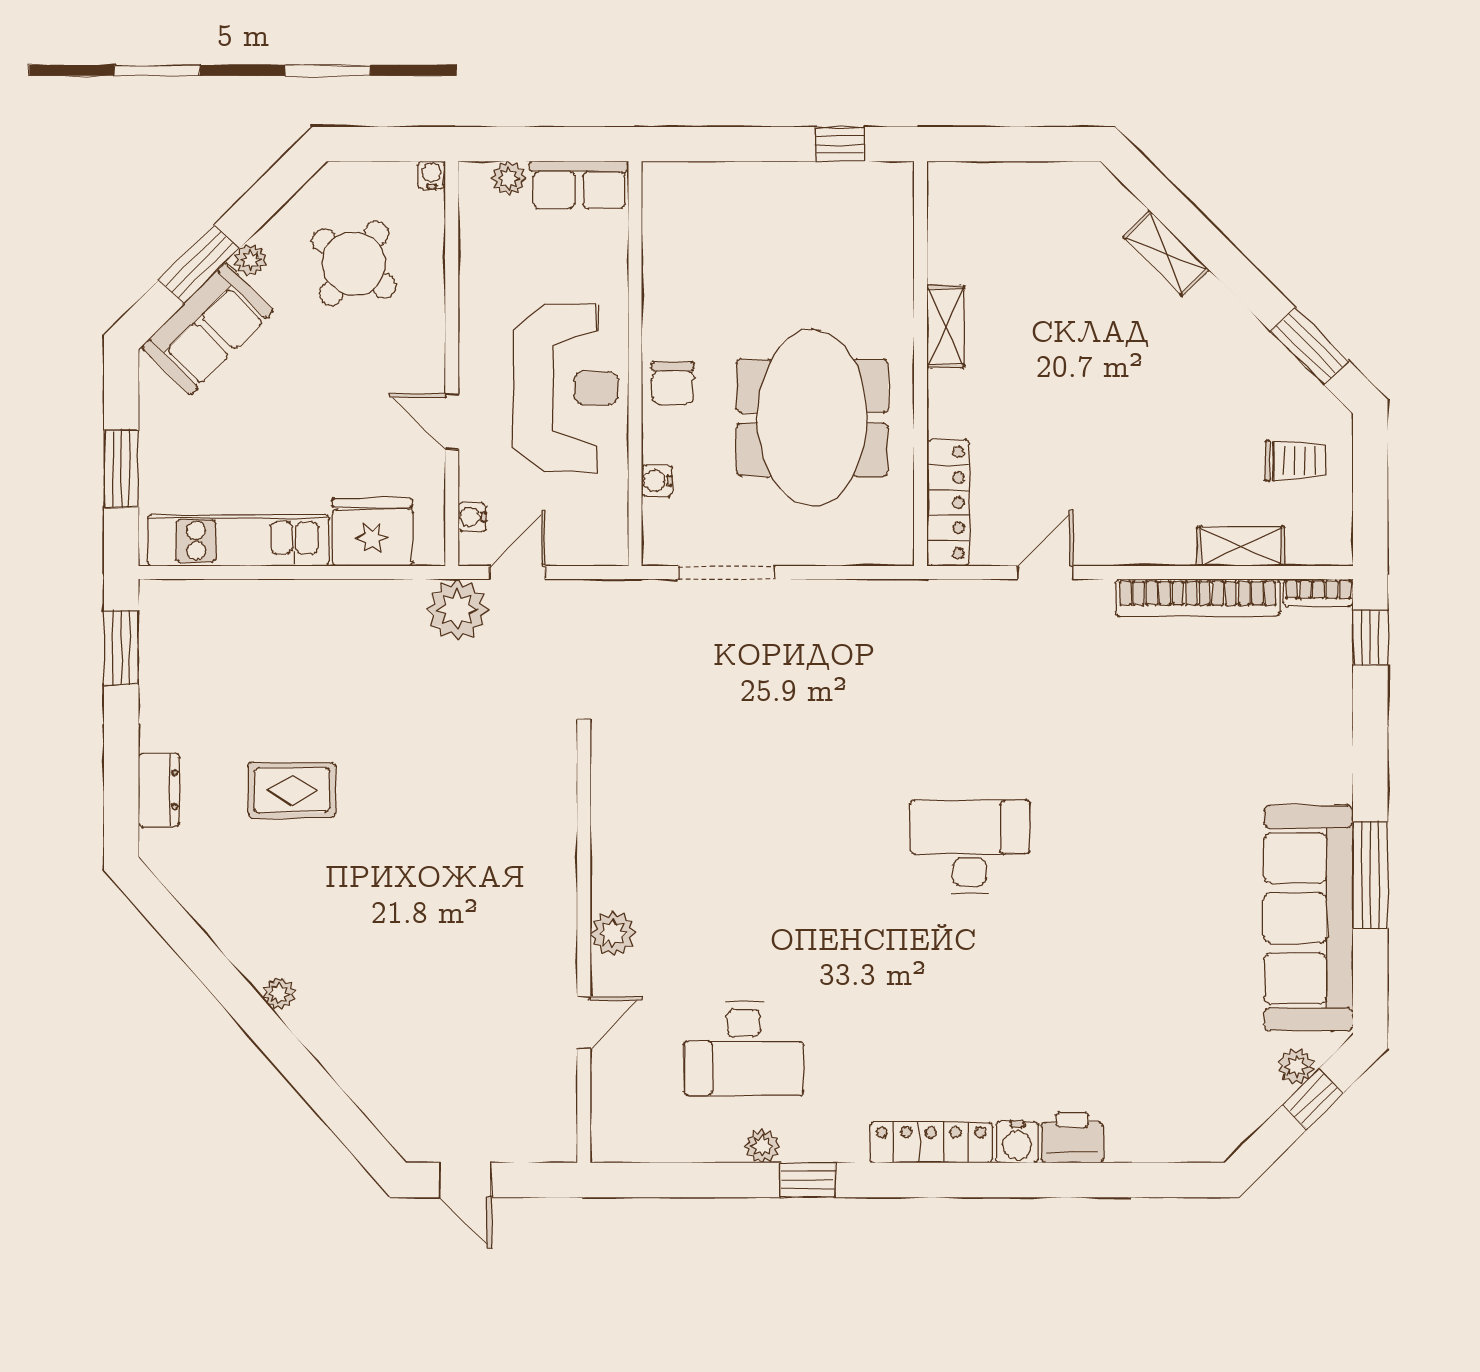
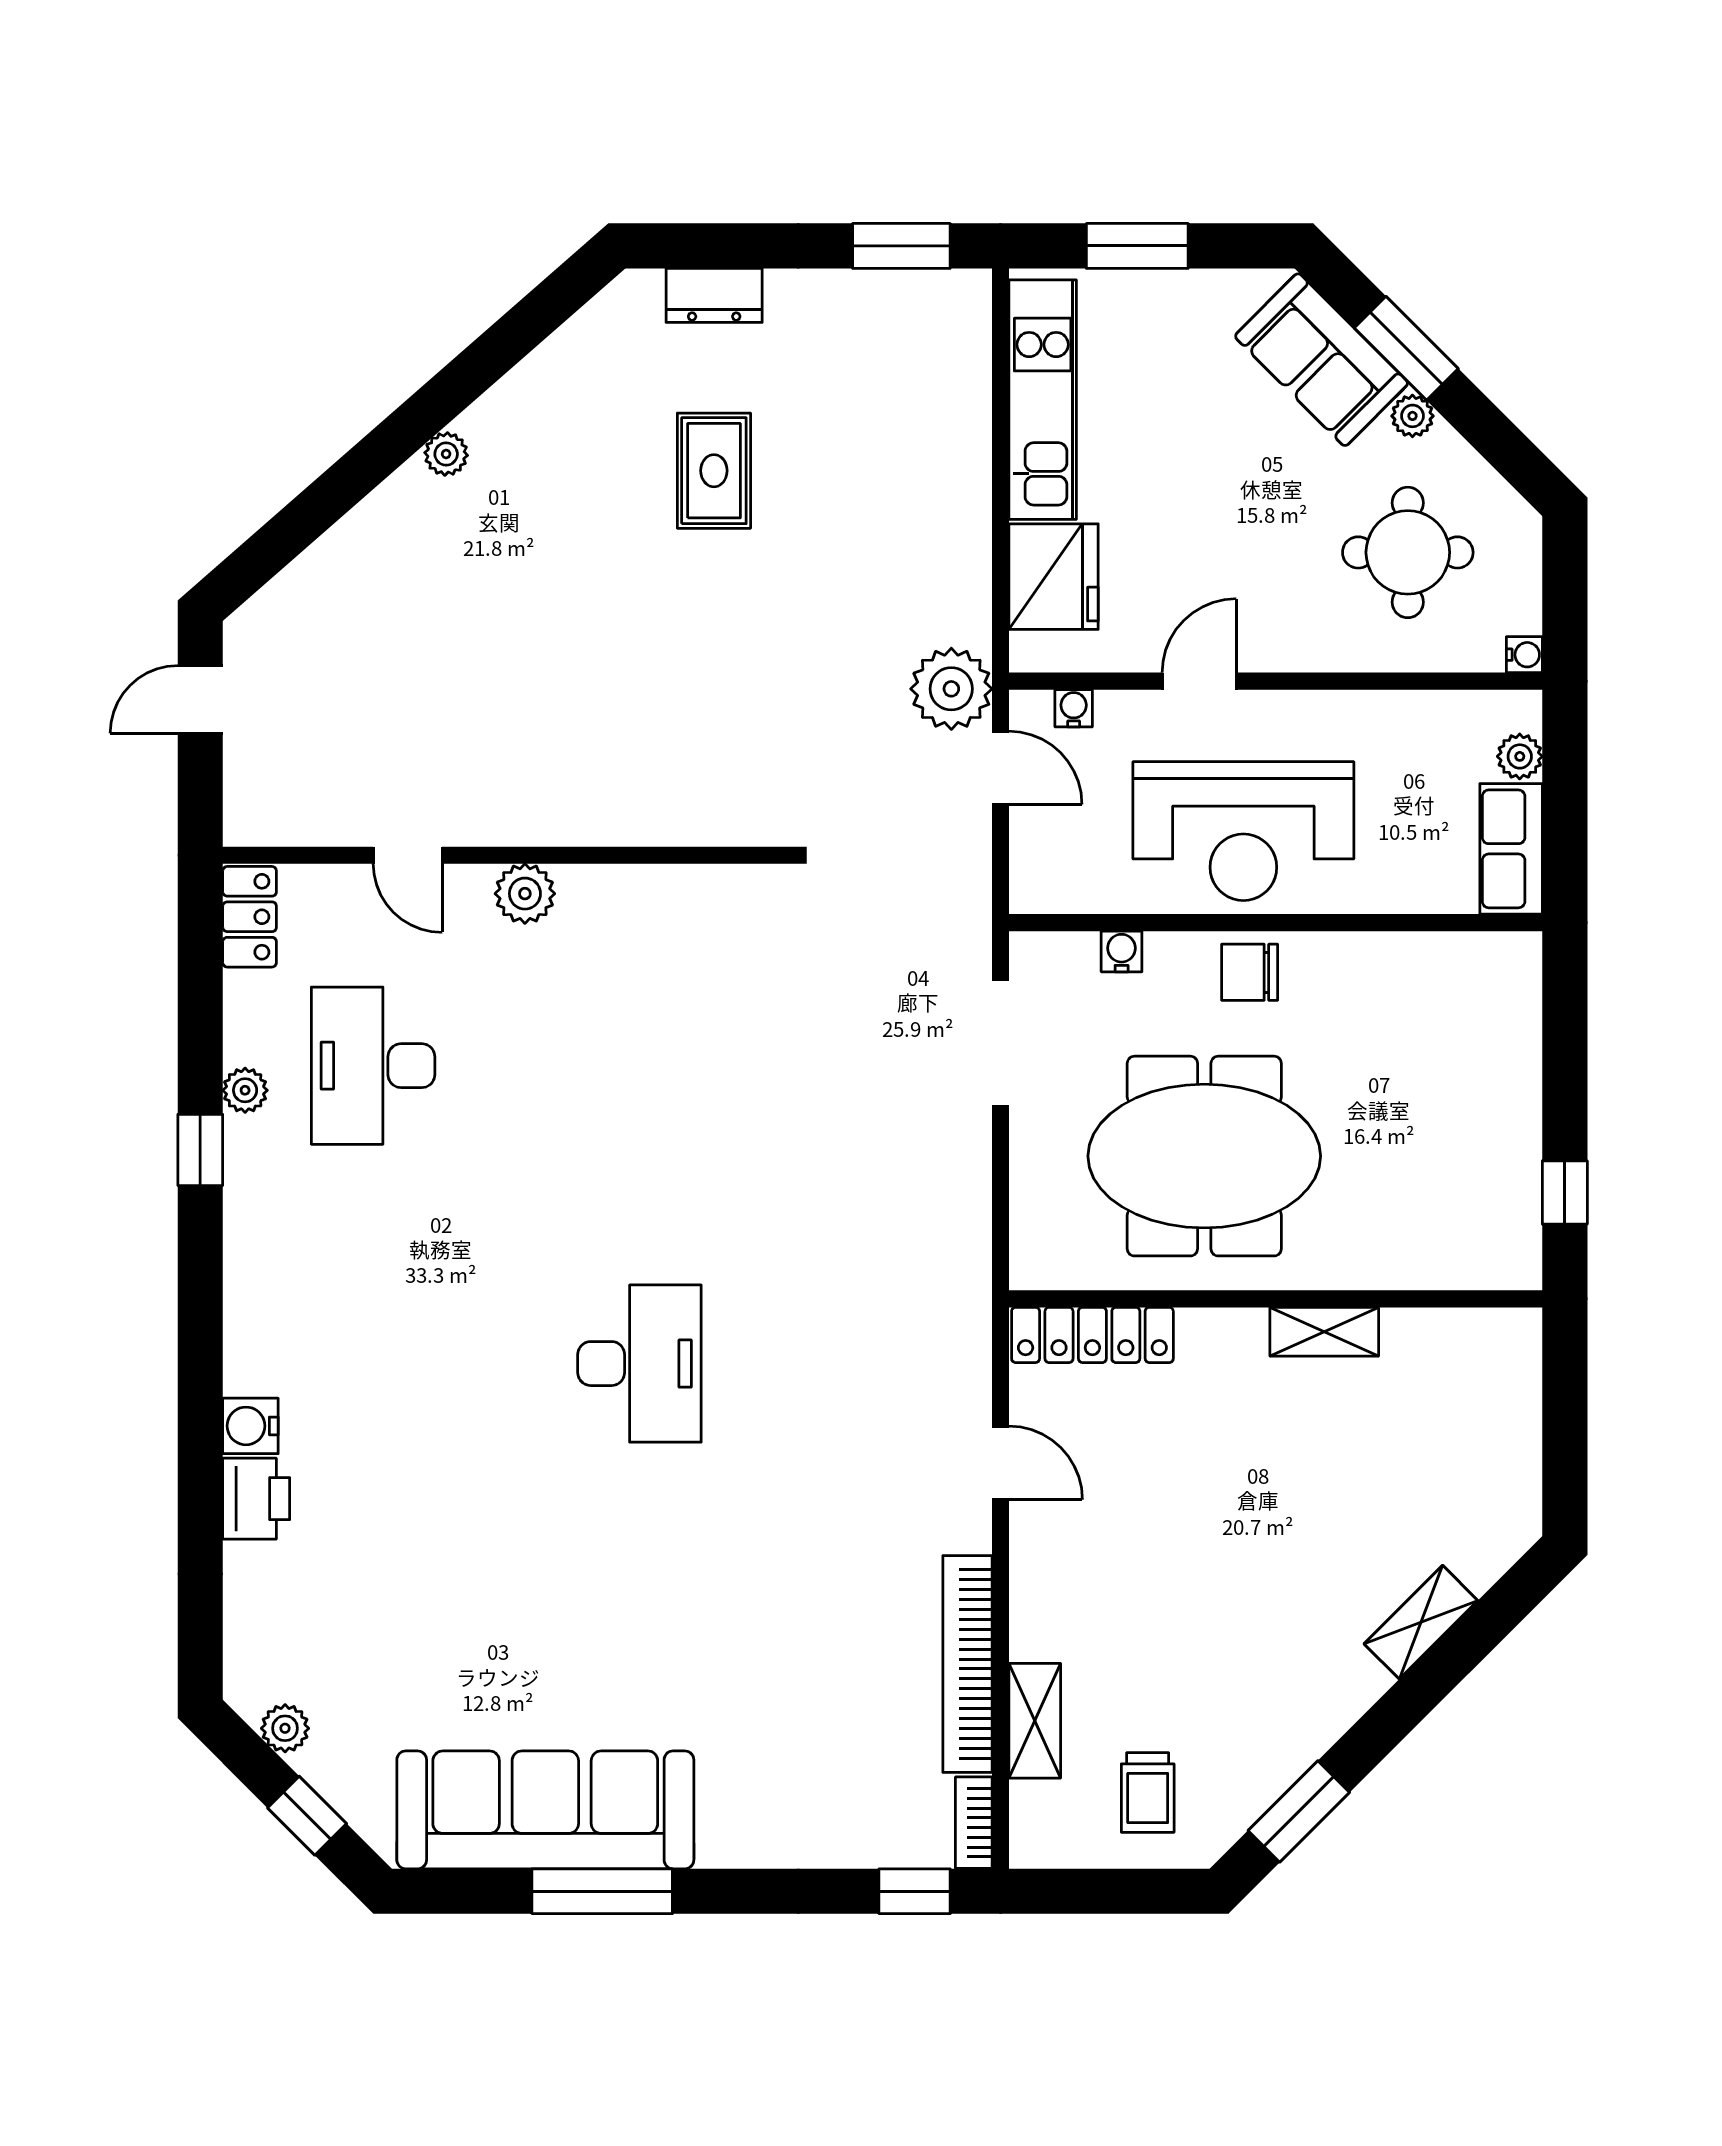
round table: (354, 263) -> (1408, 552), turned -37
plant: (1296, 1066) -> (285, 1728), moved
locker: (931, 1143) -> (250, 917), moved, width x0.66

